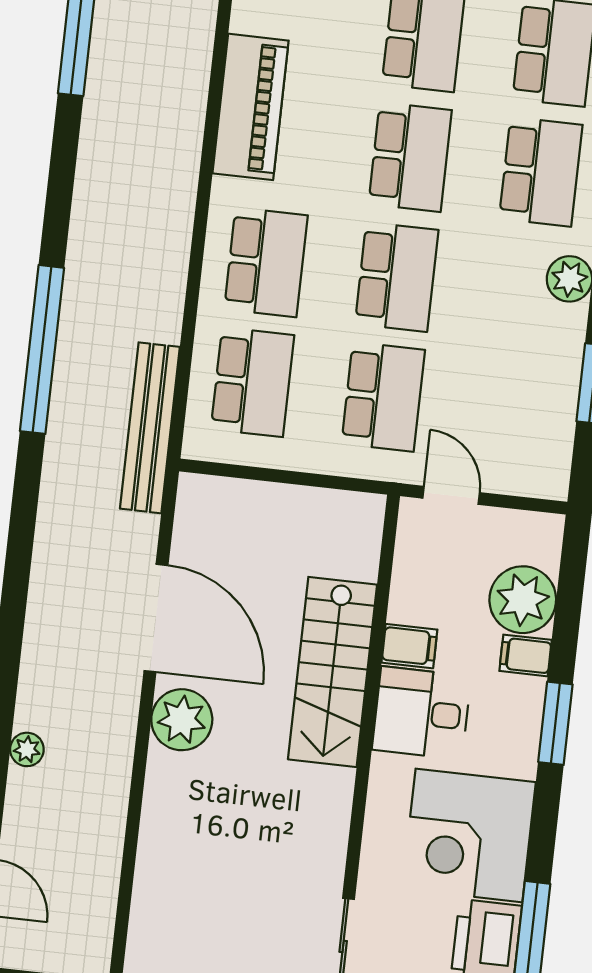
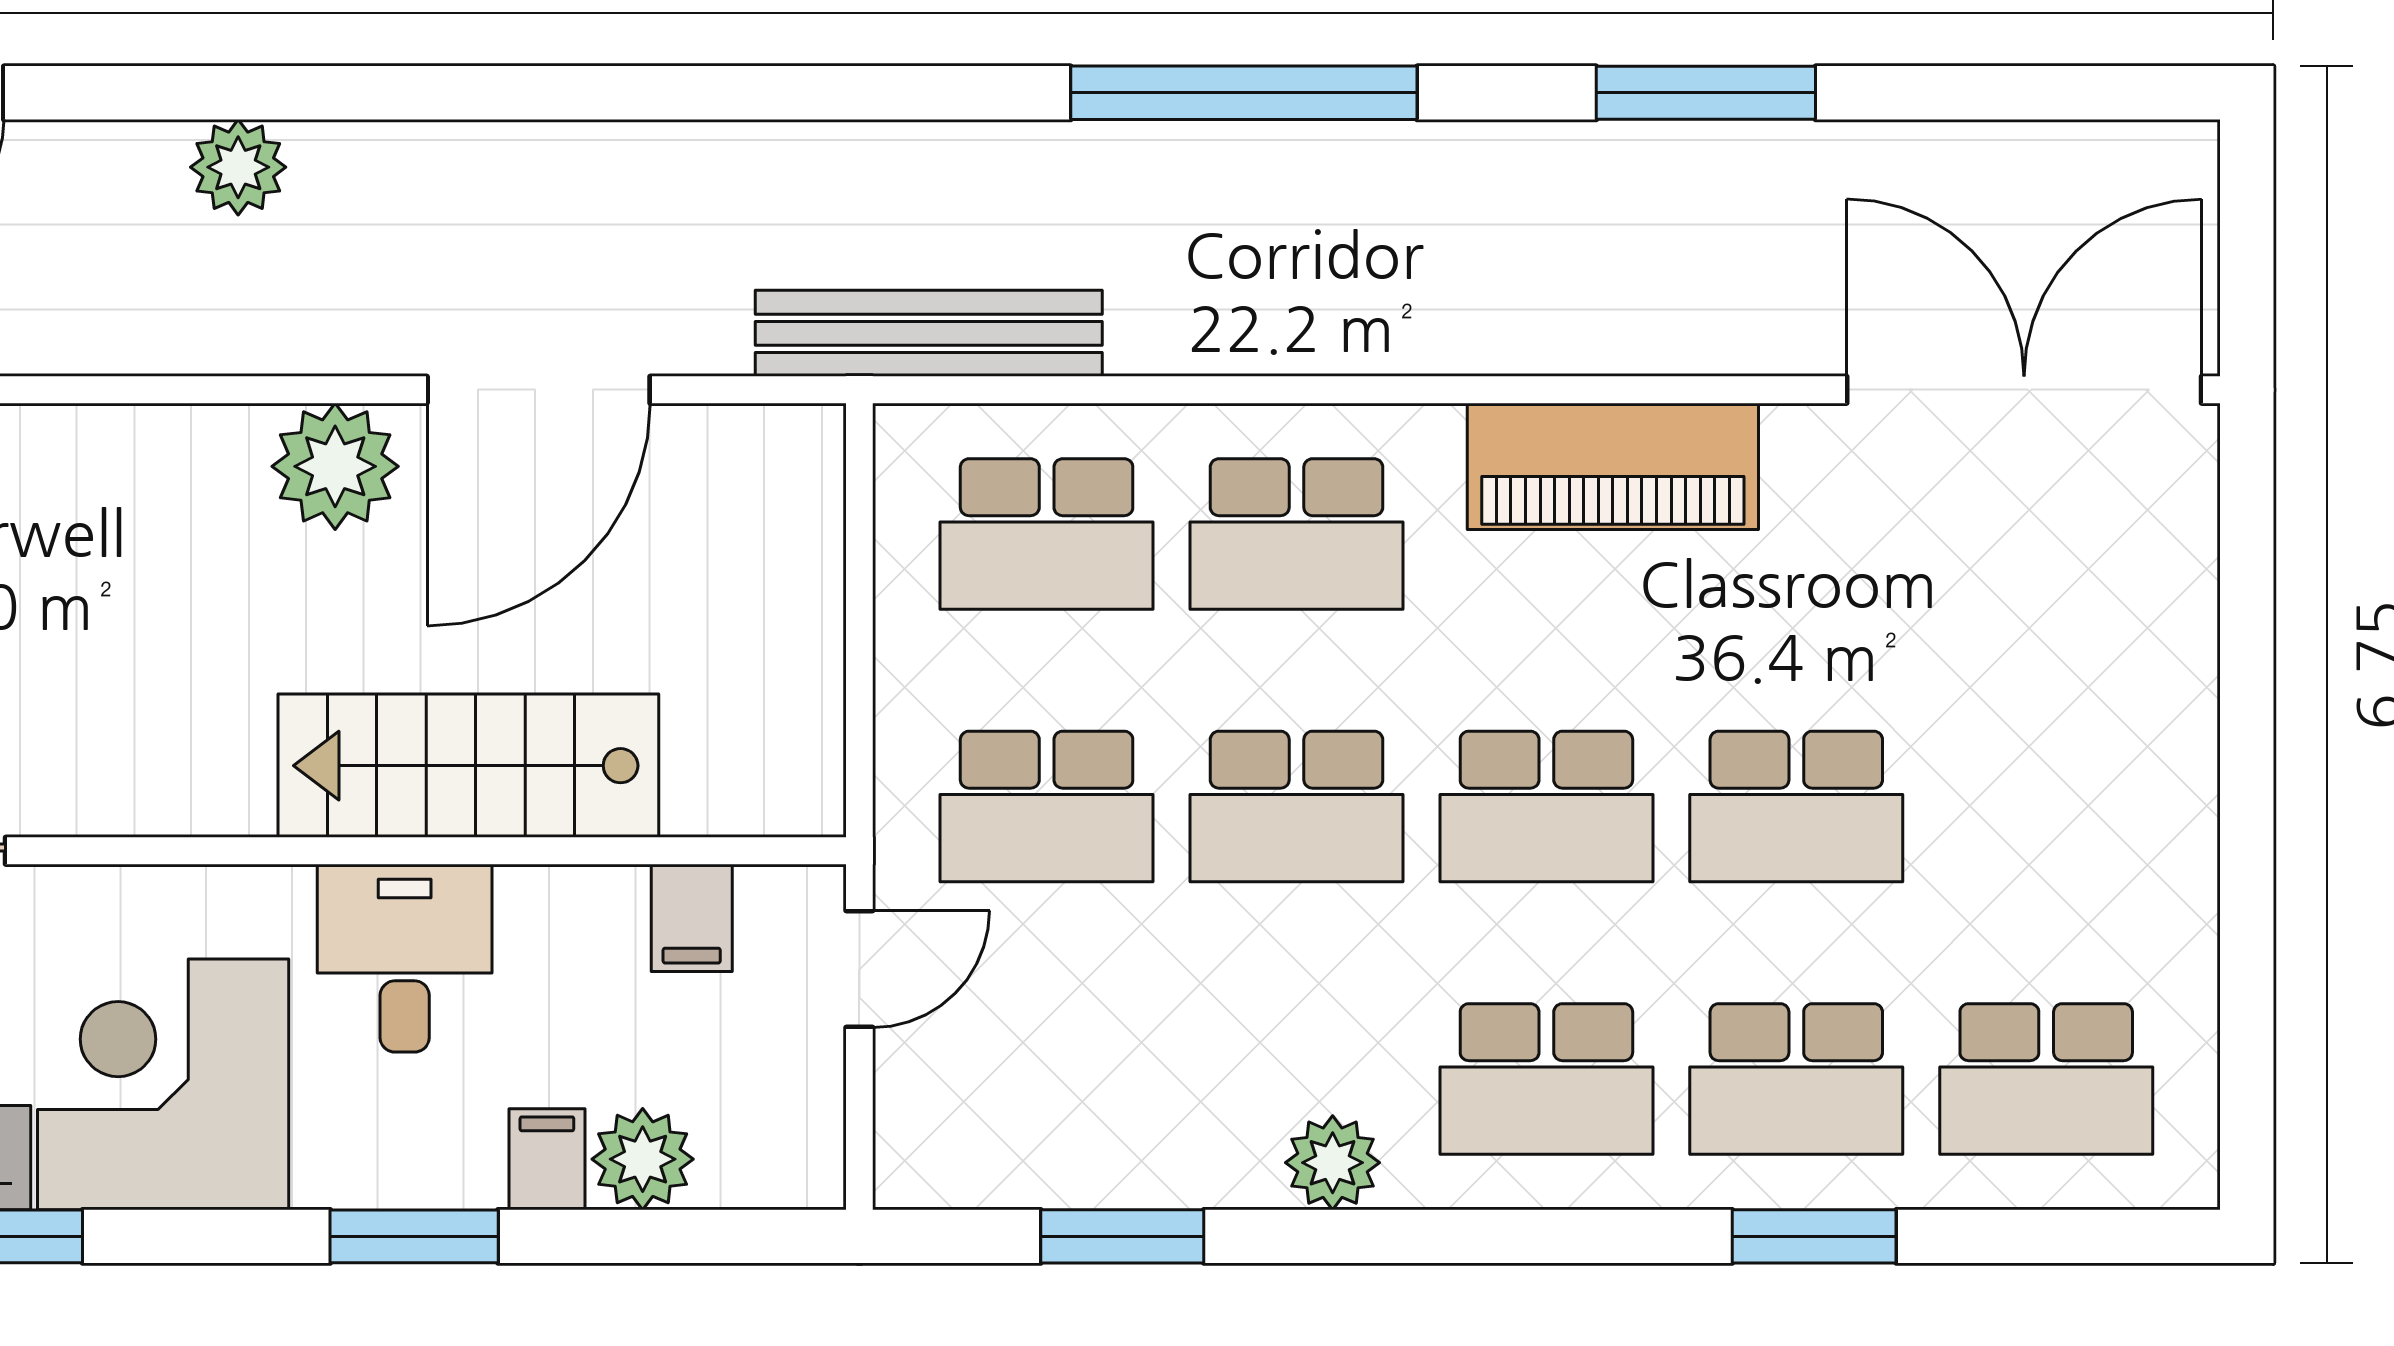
window: (42, 349) -> (1244, 93), moved
plant: (523, 600) -> (643, 1159), width x0.73, depth x0.73
filing cabinet: (409, 646) -> (692, 918), moved
plant: (27, 749) -> (238, 167), width x1.38, depth x1.38

